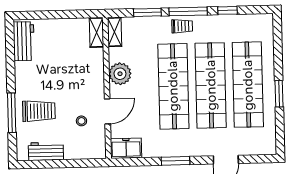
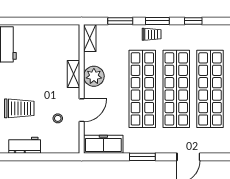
window: (188, 11) -> (157, 21), width x0.69
shelving: (97, 32) -> (73, 74), moved
freezer: (126, 148) -> (103, 144), width x1.40

